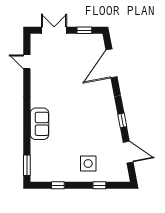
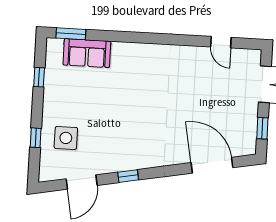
door: (27, 62) -> (221, 42), swing flipped
sofa: (39, 124) -> (87, 53), moved
side table: (88, 163) -> (66, 138), moved

